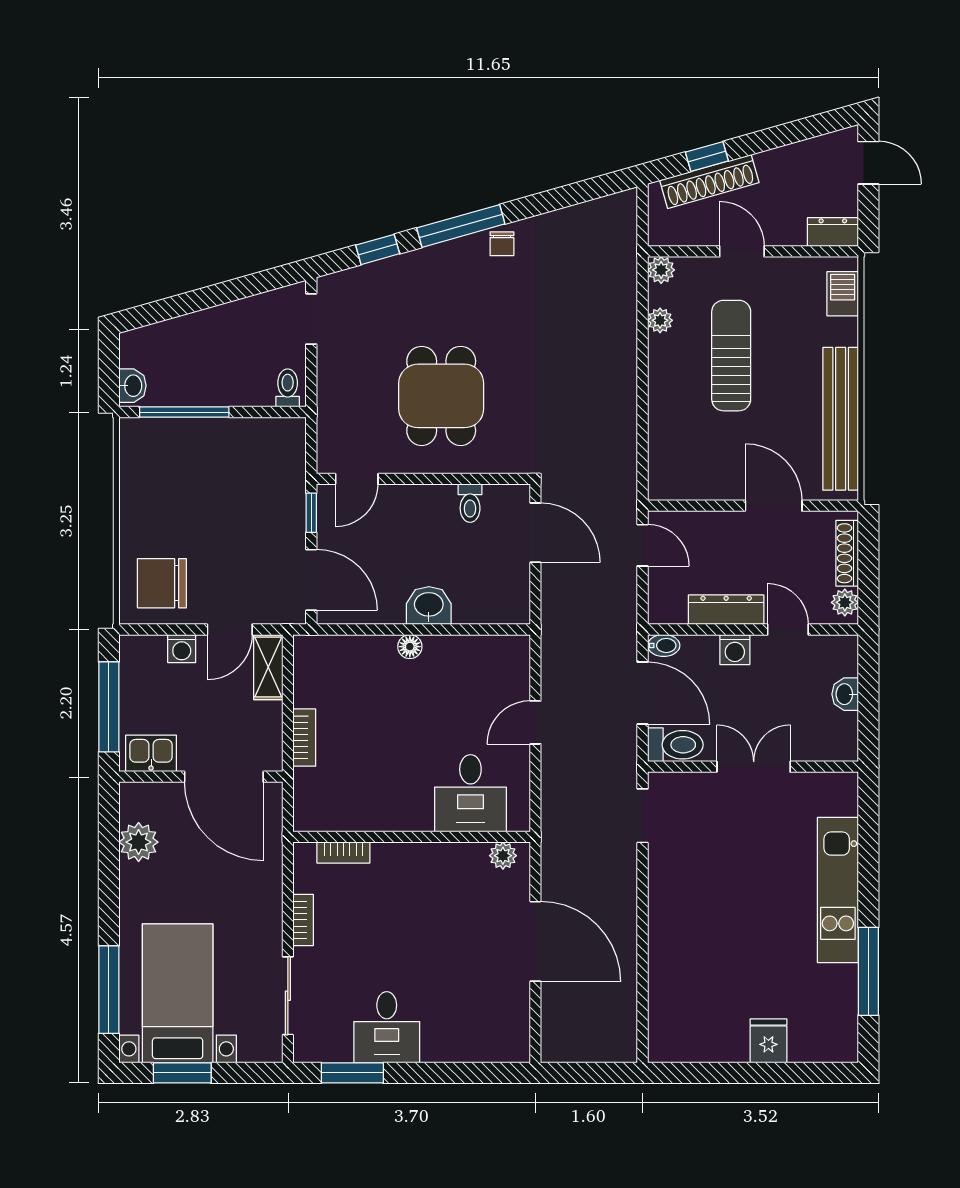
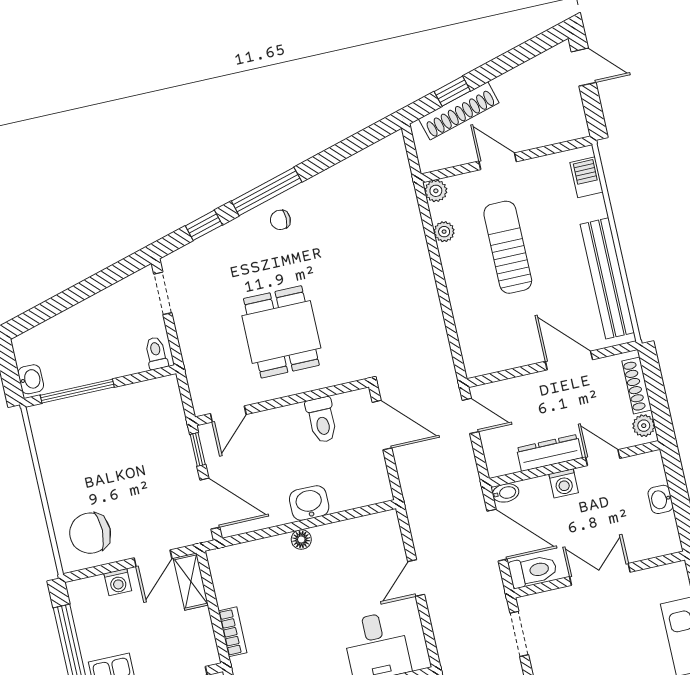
dresser: (833, 232) -> (567, 129), removed
chair: (502, 244) -> (280, 220), moved, turned 90
toilet: (470, 503) -> (322, 420), width x1.37, depth x1.39

